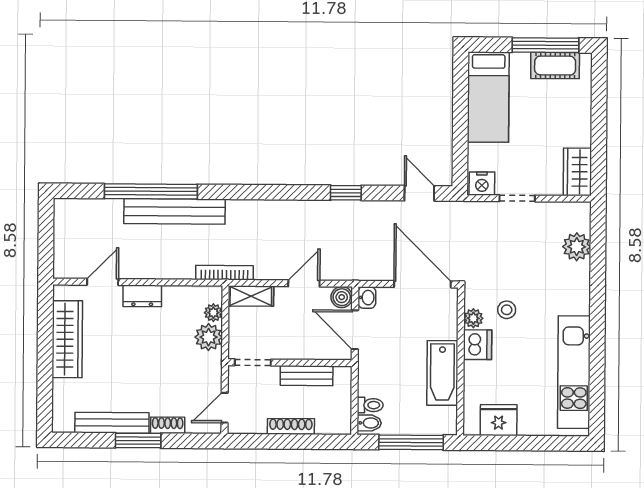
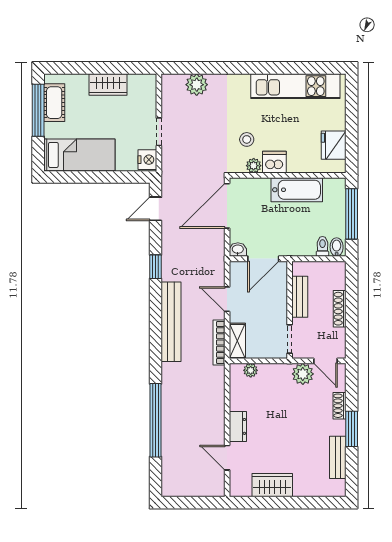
wardrobe: (577, 172) -> (108, 84), moved
bench: (174, 211) -> (171, 322), moved
bookcase: (225, 273) -> (219, 343), moved
boiler: (342, 297) -> (238, 269), removed
plant: (209, 337) -> (303, 374), moved
wardrobe: (67, 339) -> (272, 485), width x0.67
bench: (112, 423) -> (338, 457), width x0.73

